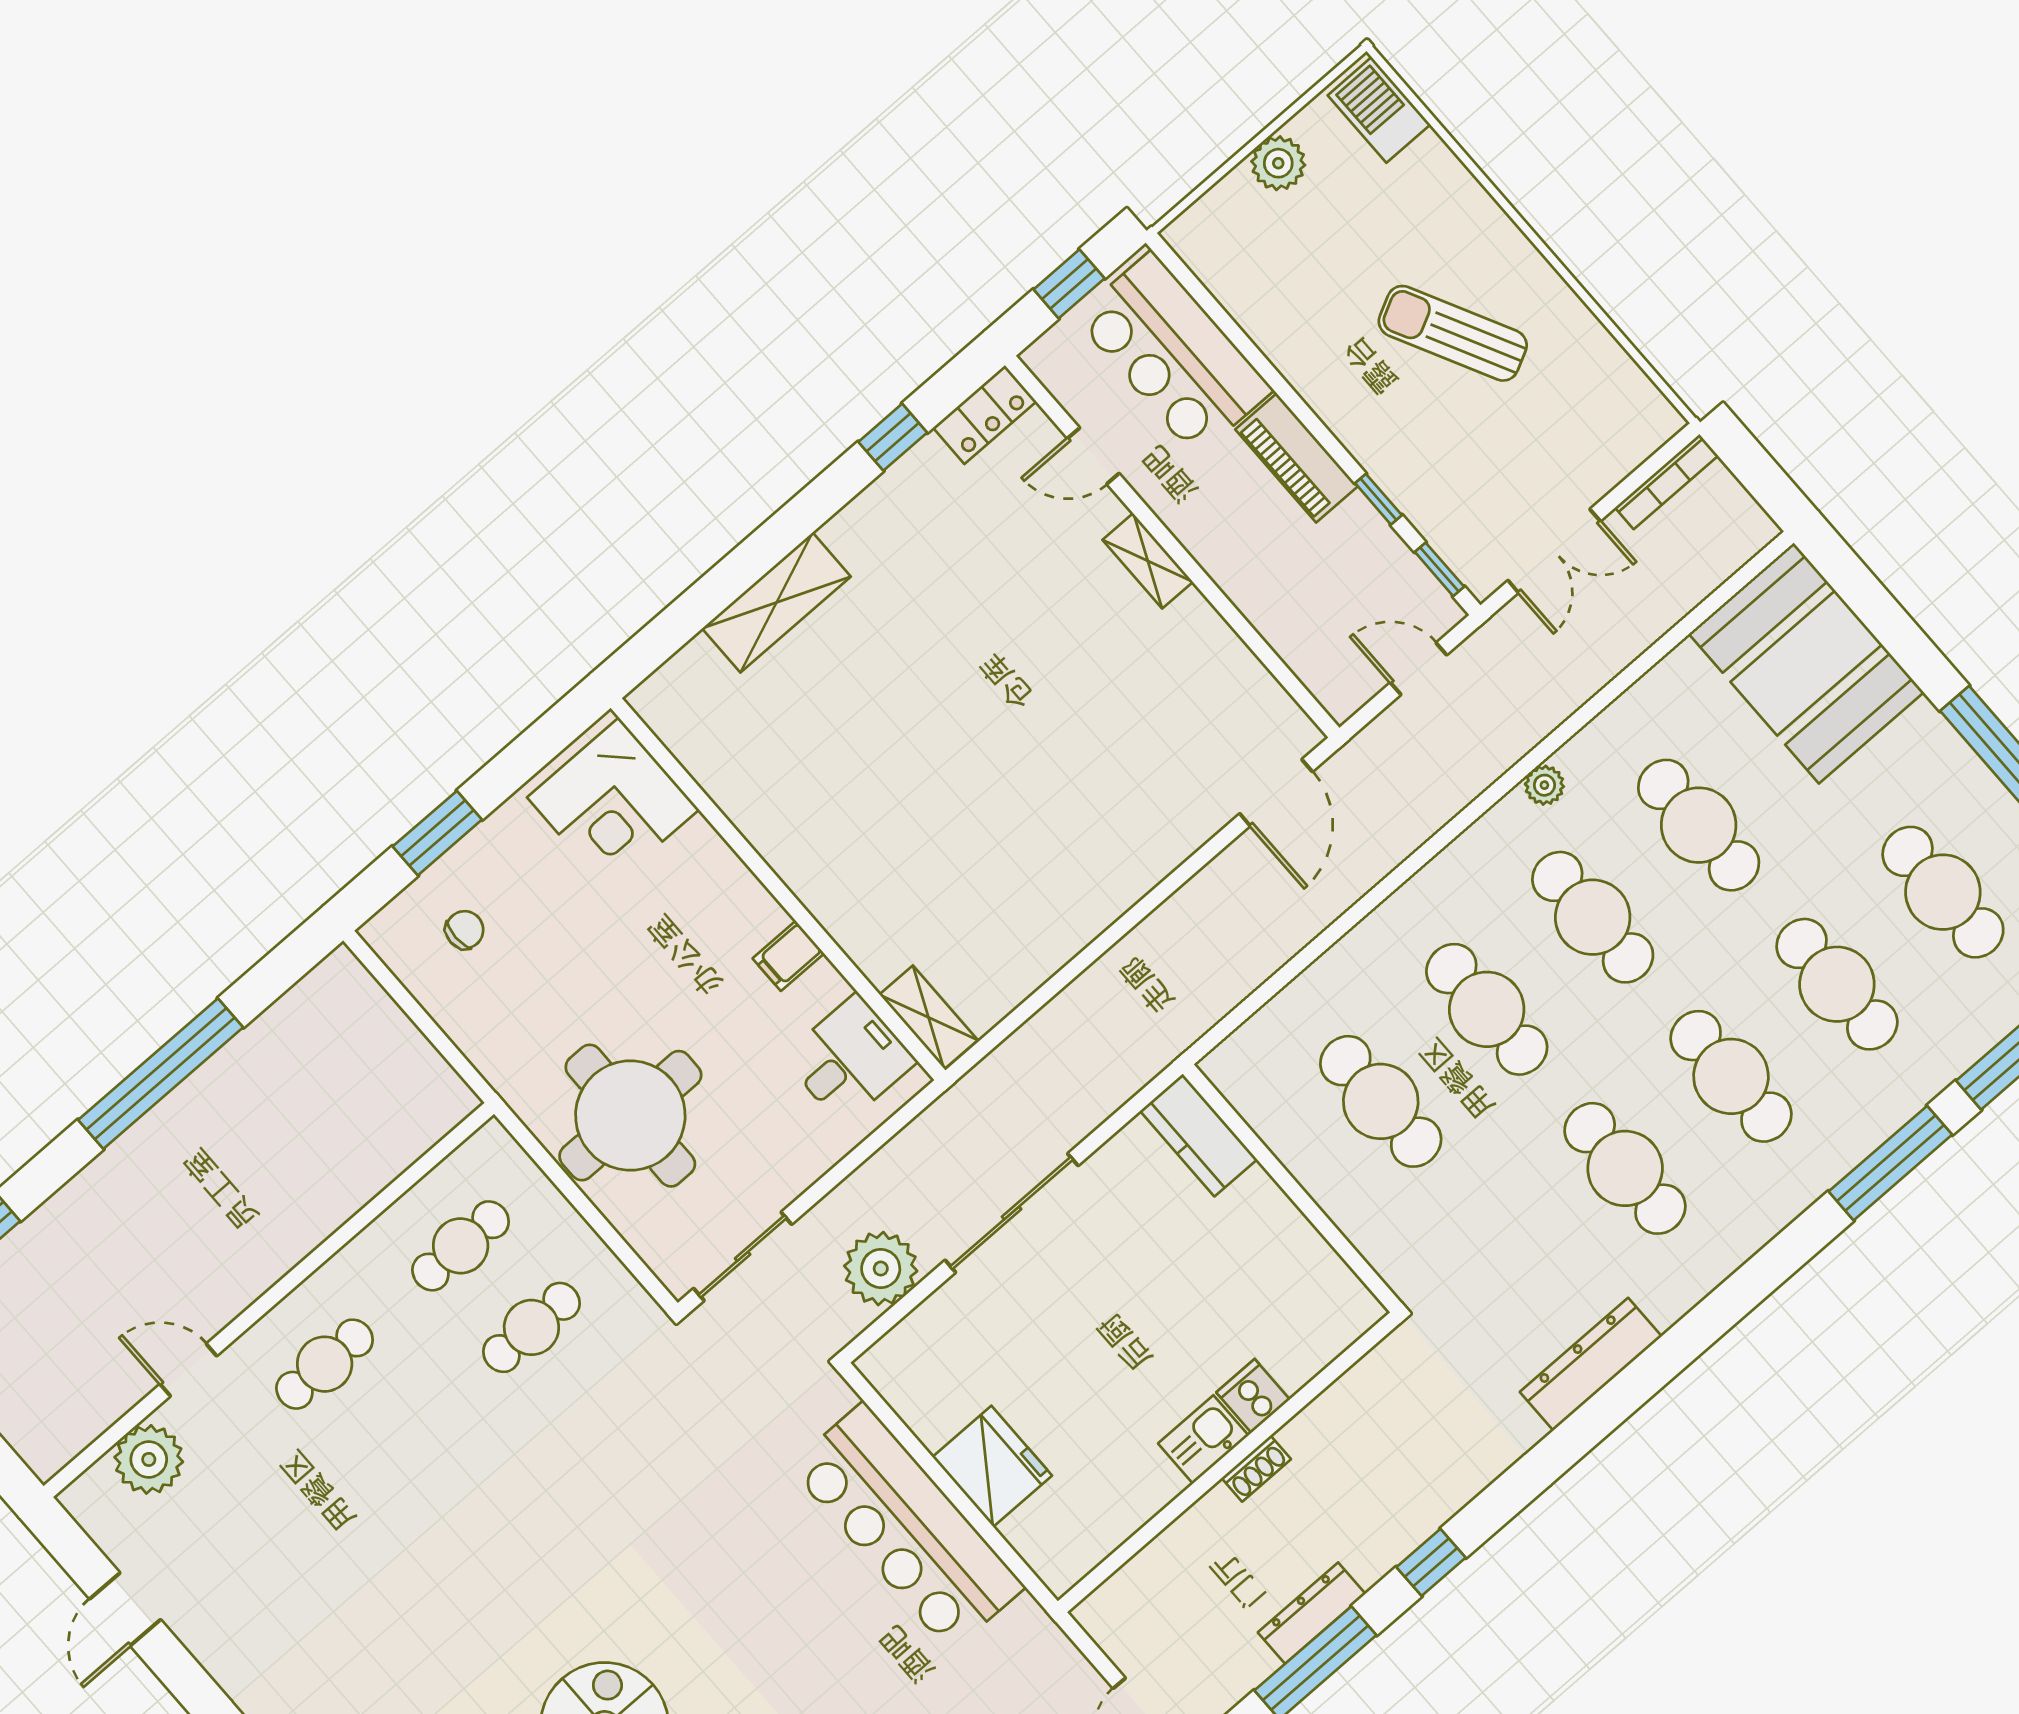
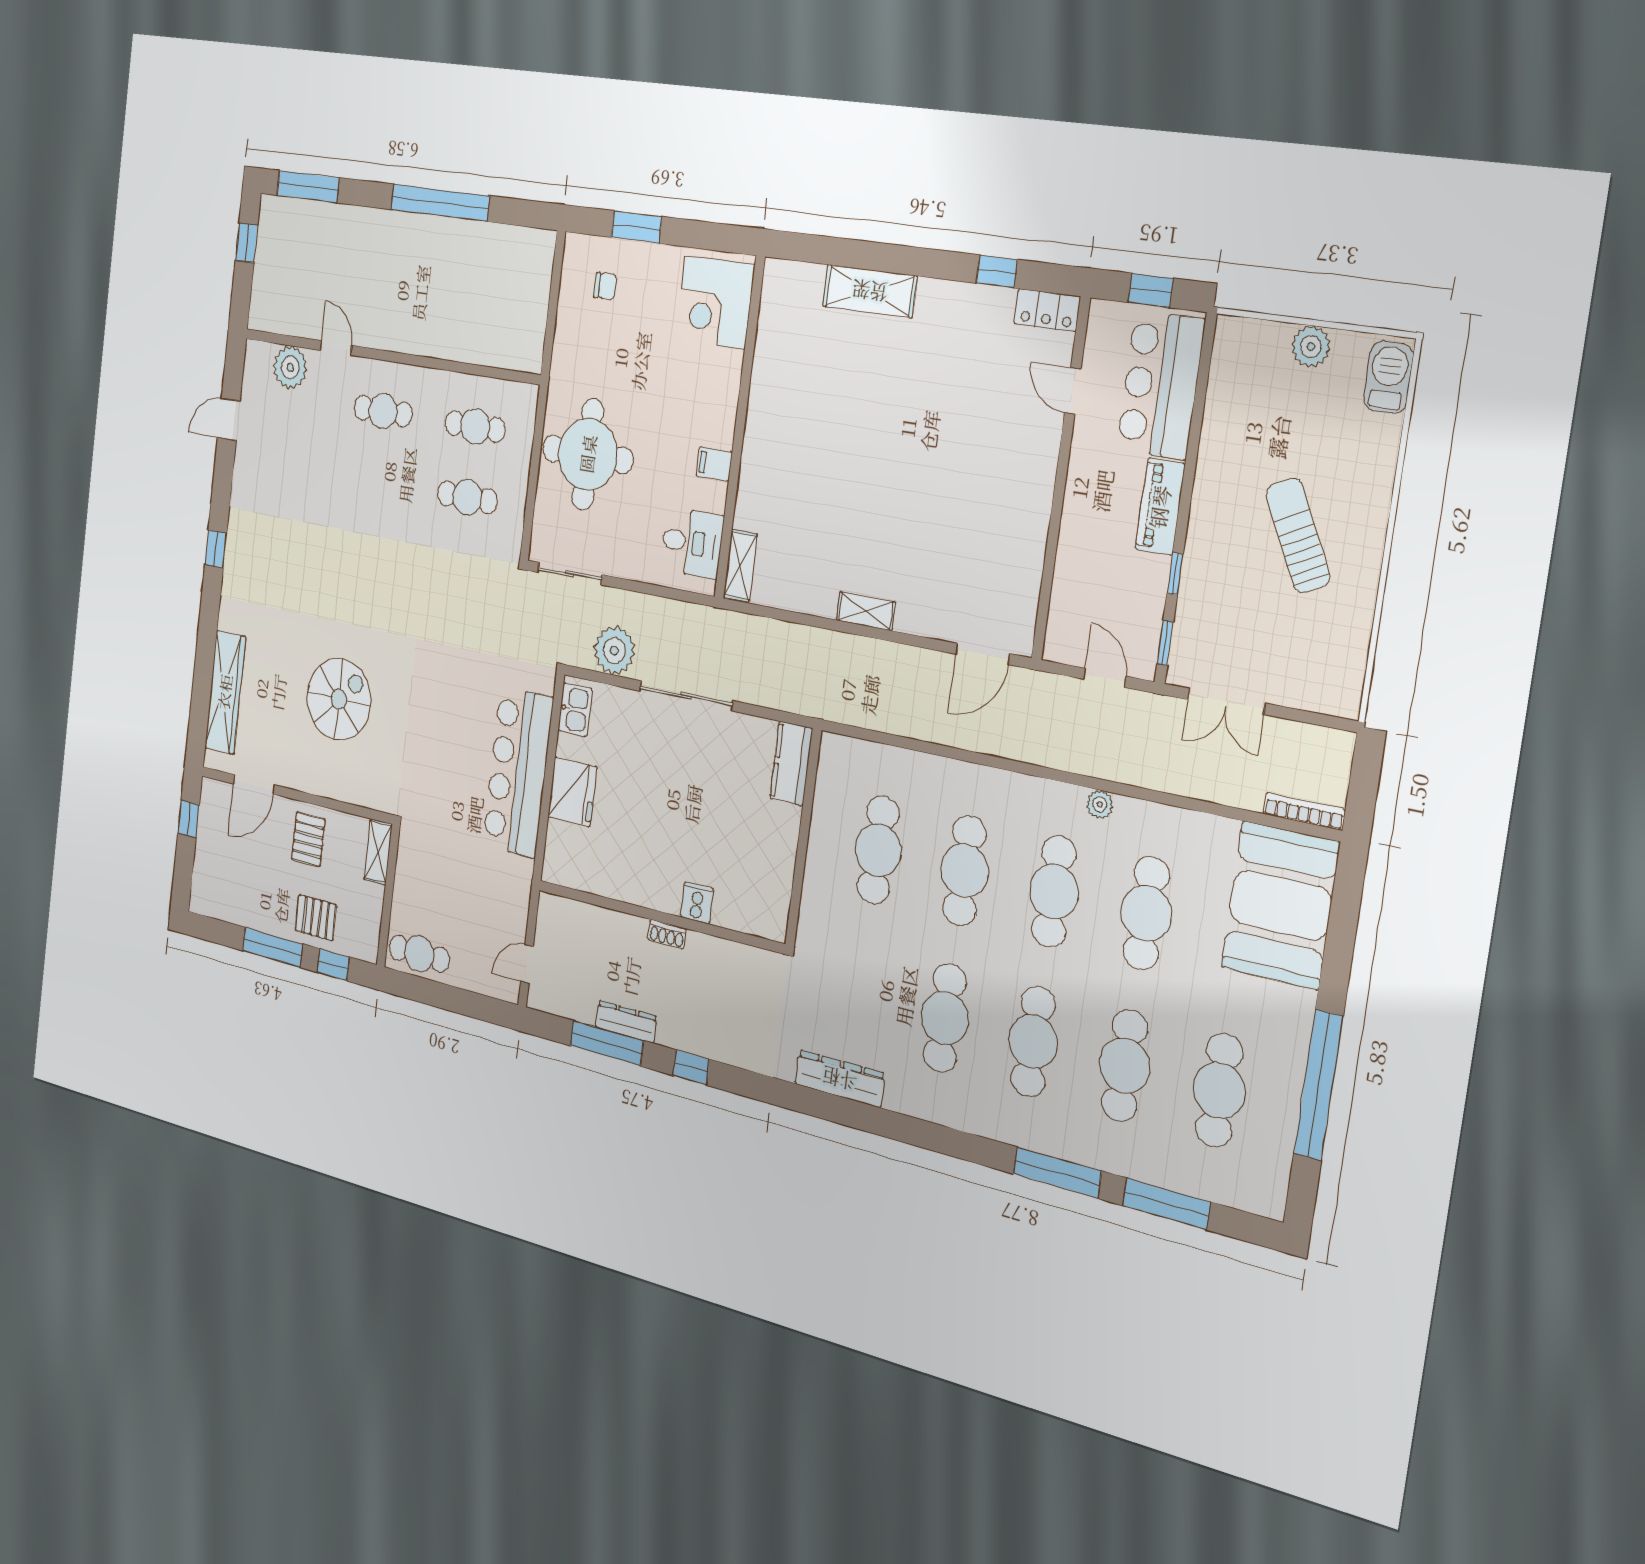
bookcase: (1667, 482) -> (1304, 811), moved, turned 180
shelving: (1148, 561) -> (866, 611), moved, turned 90
kitchen sink: (1203, 1439) -> (575, 710), moved, turned 90

